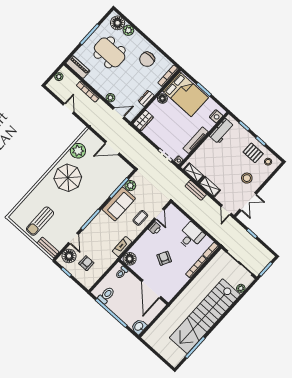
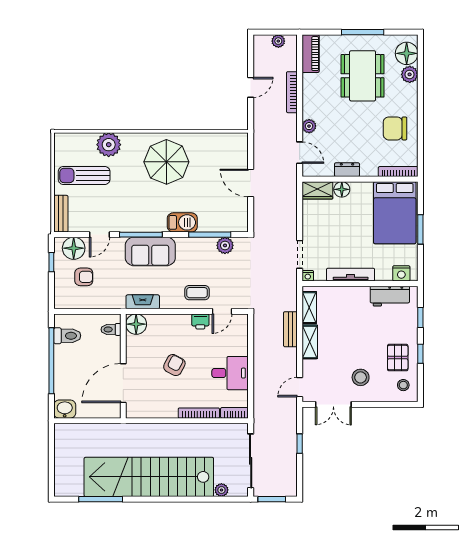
floor lamp: (162, 98) -> (342, 189), moved
plant: (78, 151) -> (109, 145), moved
barbecue: (102, 196) -> (182, 222), added
sofa: (119, 204) -> (150, 251), moved

